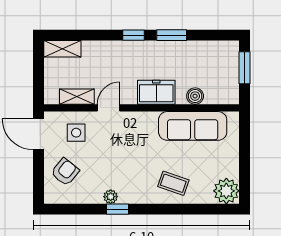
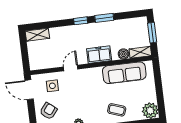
shelving: (77, 97) -> (140, 52), moved

